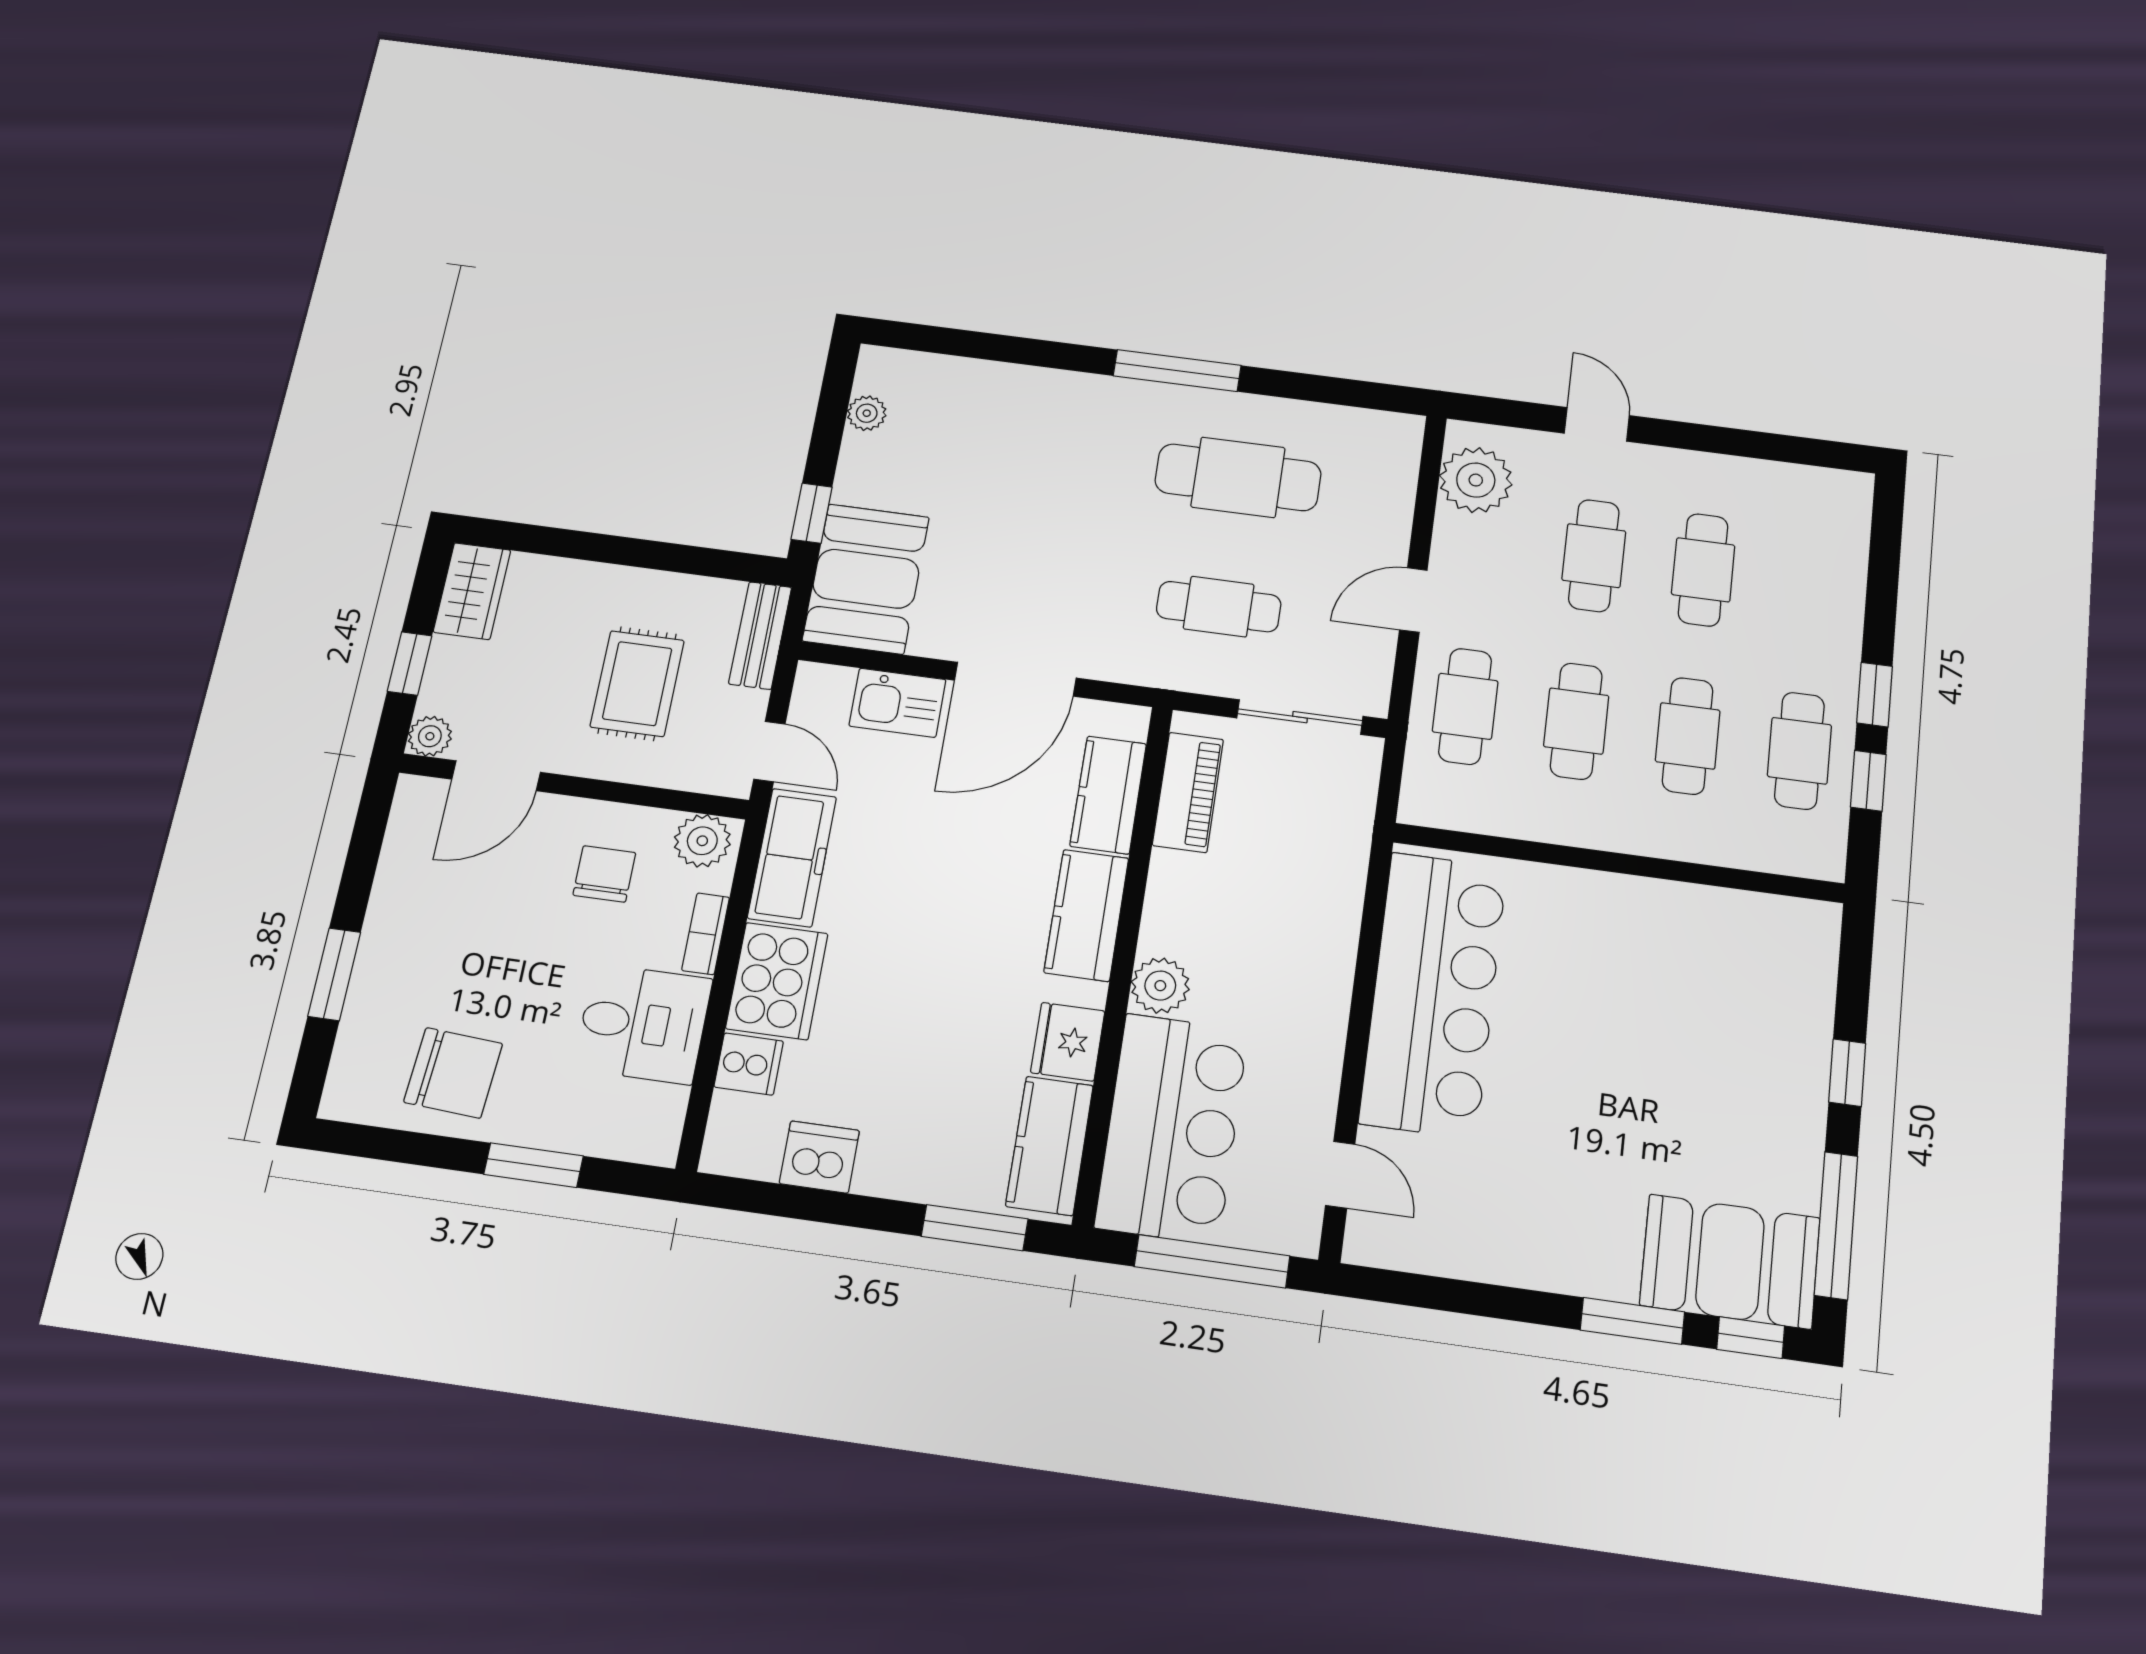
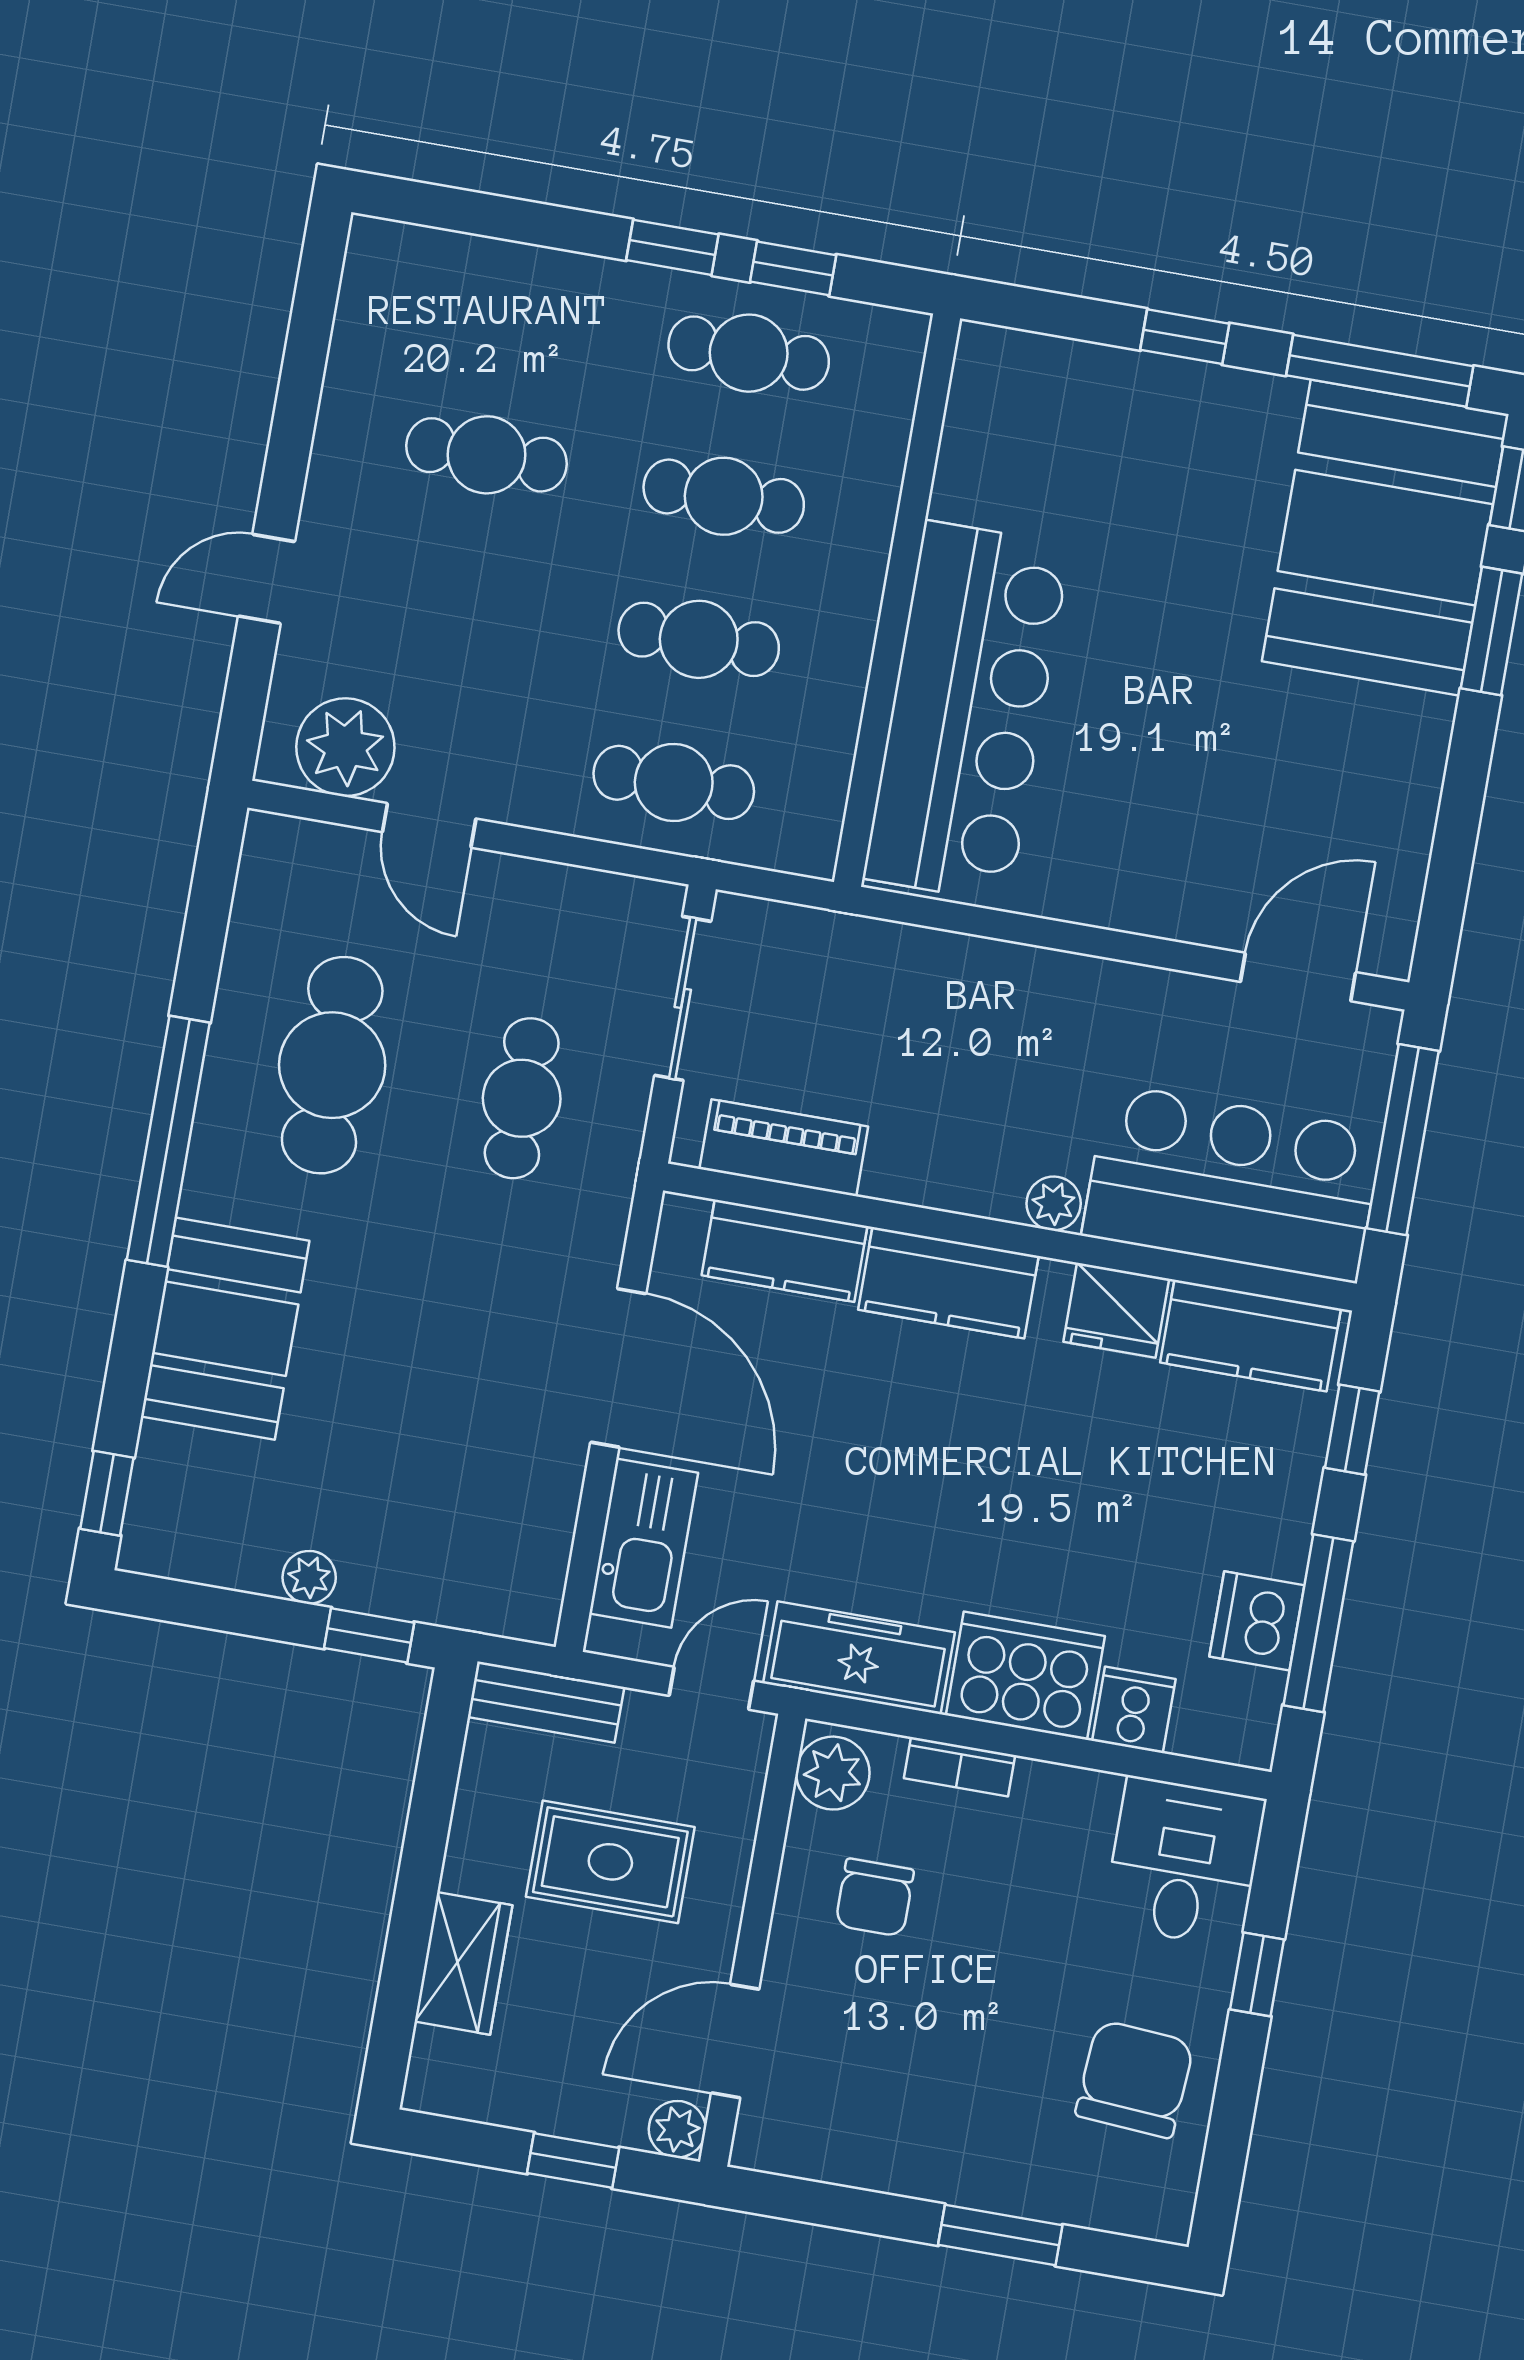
window: (917, 337) -> (107, 1493), added
window: (1177, 371) -> (168, 1141), width x1.46
plant: (867, 413) -> (309, 1577), moved
cafe table: (1594, 556) -> (462, 598), removed
booth: (866, 579) -> (225, 1329), moved, turned 90
wardrobe: (472, 591) -> (463, 1963), moved, turned 90
door: (1413, 600) -> (429, 825), moved
kitchen sink: (897, 703) -> (644, 1543), width x1.38
door: (496, 776) -> (735, 2041), swing flipped
chair: (604, 874) -> (875, 1897), turned -90
plant: (1160, 986) -> (1054, 1203), width x0.73, depth x0.73
bar counter: (1434, 994) -> (967, 712), moved, turned 90
desk: (643, 1024) -> (1184, 1862), moved
window: (534, 1165) -> (1257, 1974), width x0.67
door: (1340, 1175) -> (1298, 977), width x1.38
window: (817, 1205) -> (1318, 1623), added
window: (975, 1228) -> (1352, 1430), width x0.67
booth: (1730, 1261) -> (1385, 538), width x1.36, depth x1.42

